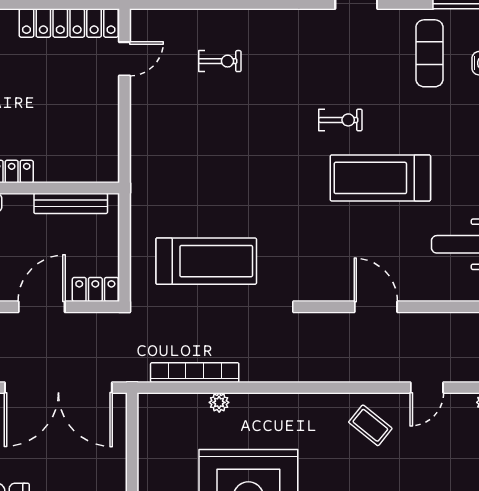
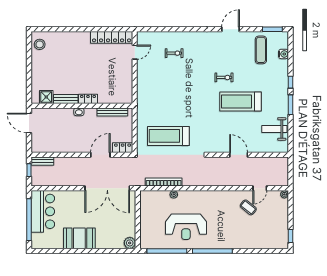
treadmill: (206, 261) -> (168, 136), turned 180
coffee table: (370, 425) -> (248, 207), moved

